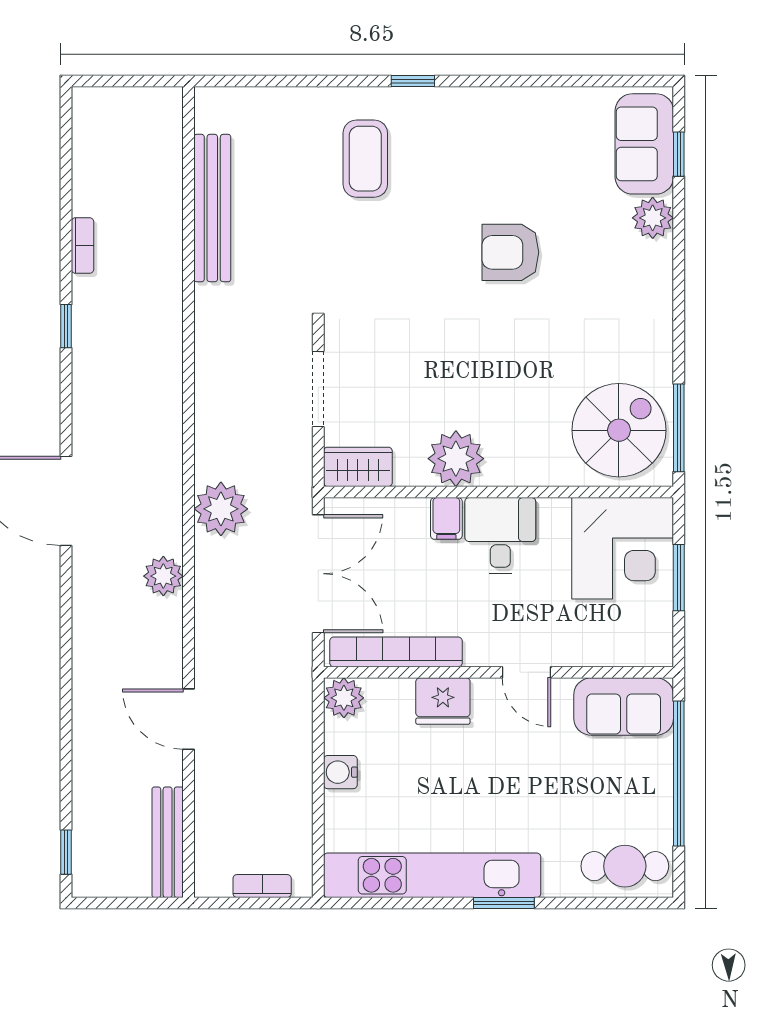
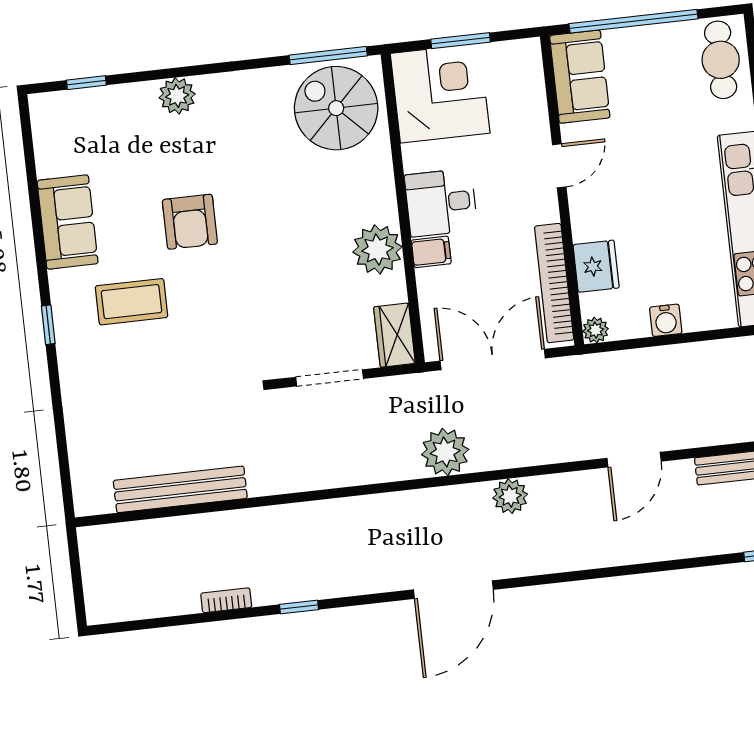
sofa: (644, 144) -> (68, 222), moved, turned -90
coffee table: (365, 159) -> (132, 302), moved
plant: (653, 218) -> (177, 96), moved
plant: (344, 698) -> (596, 330), width x0.73, depth x0.73
fridge: (443, 701) -> (596, 266), moved

